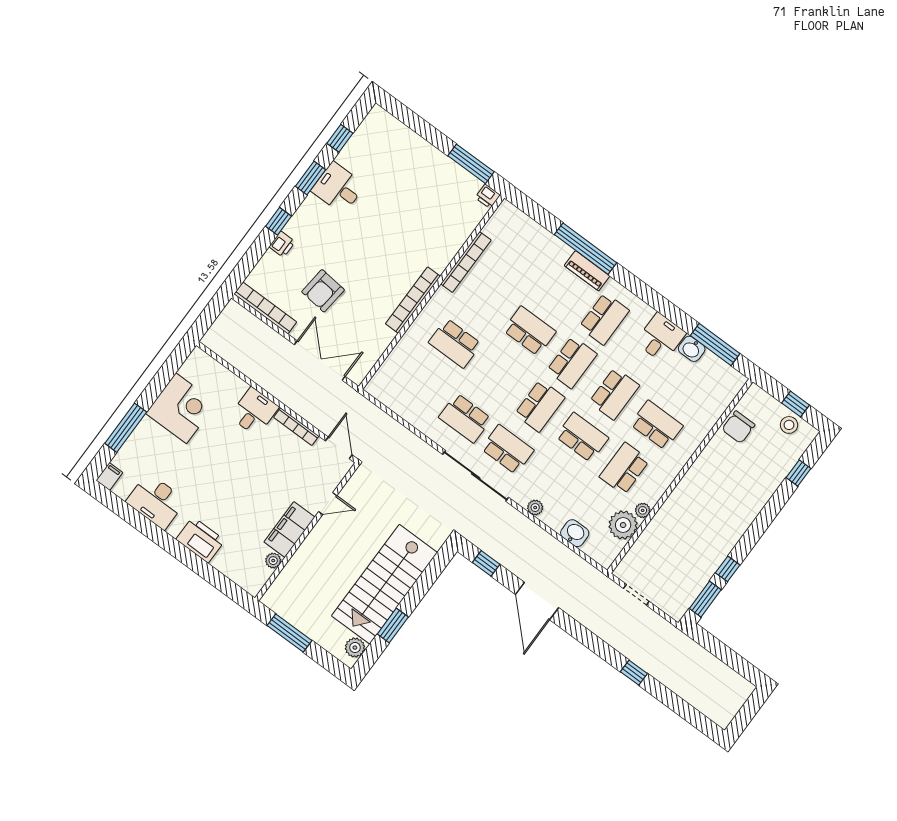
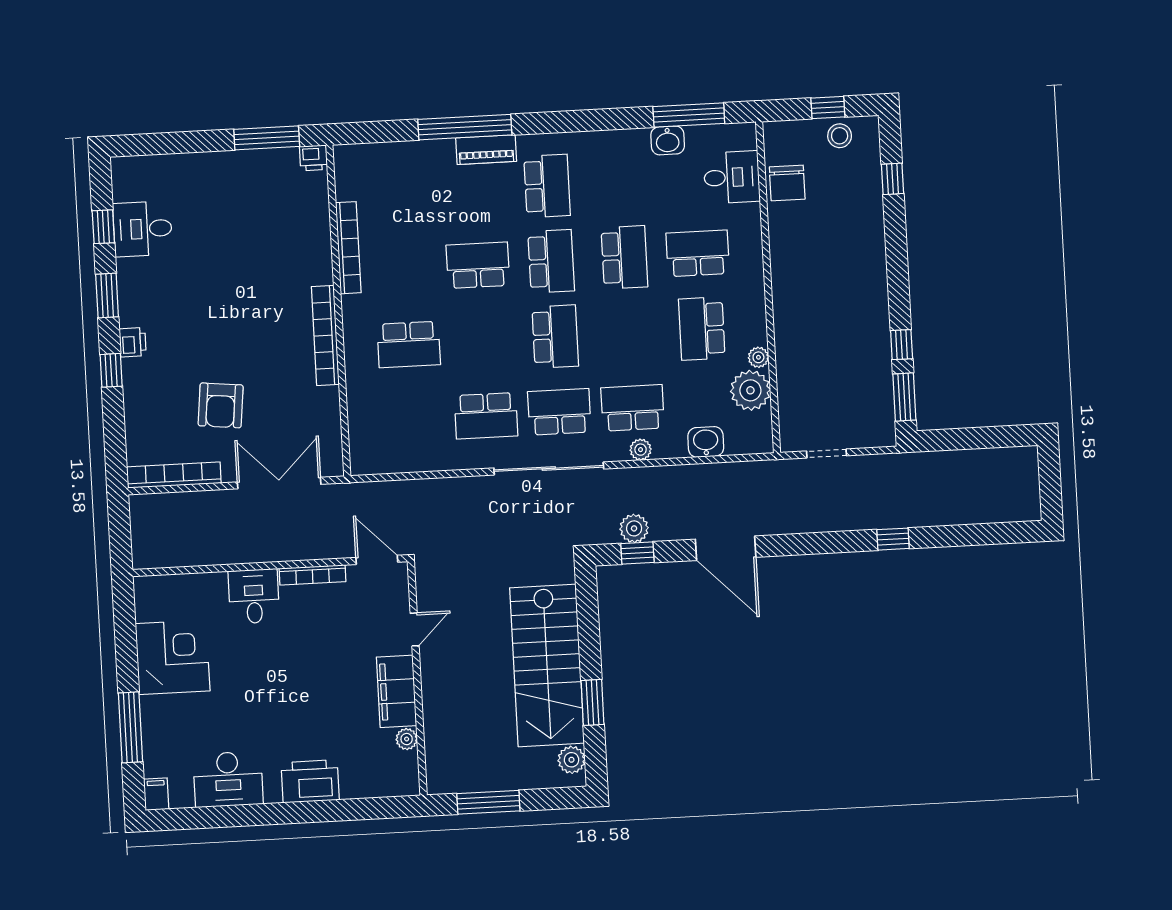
desk: (338, 188) -> (143, 229), moved
printer: (282, 244) -> (133, 342), moved
desk: (661, 338) -> (732, 177), moved, turned 90
school desk: (582, 437) -> (633, 408), moved
plant: (495, 548) -> (634, 528), added

